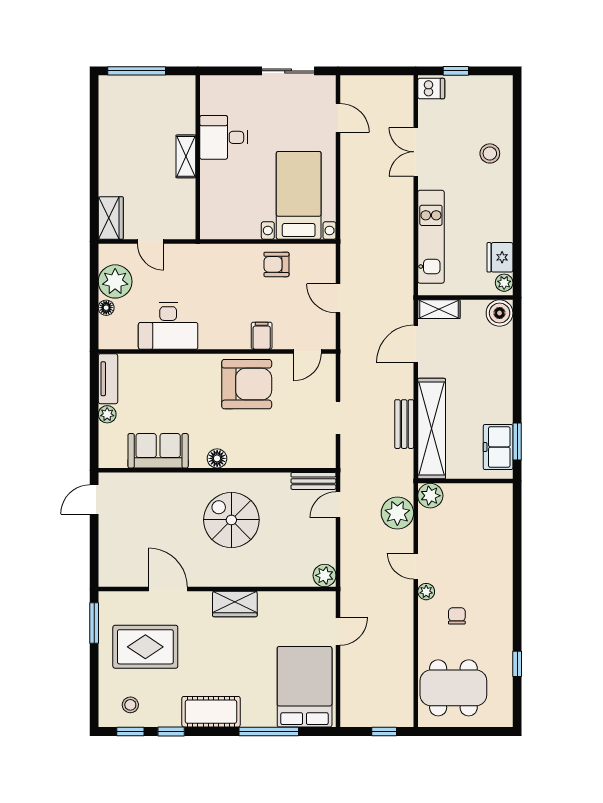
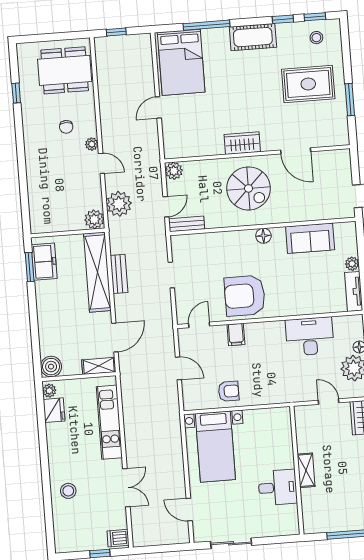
plant: (325, 575) -> (174, 171), moved
door: (168, 589) -> (296, 151), moved
wall: (217, 589) -> (257, 154), moved
wardrobe: (235, 604) -> (242, 143), moved

